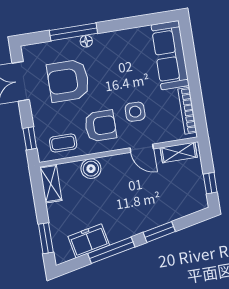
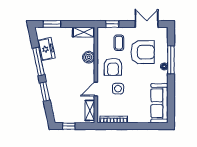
sofa: (170, 55) -> (159, 103), moved, turned -90
armchair: (68, 81) -> (143, 52), turned 90
coffee table: (63, 143) -> (119, 43), moved

